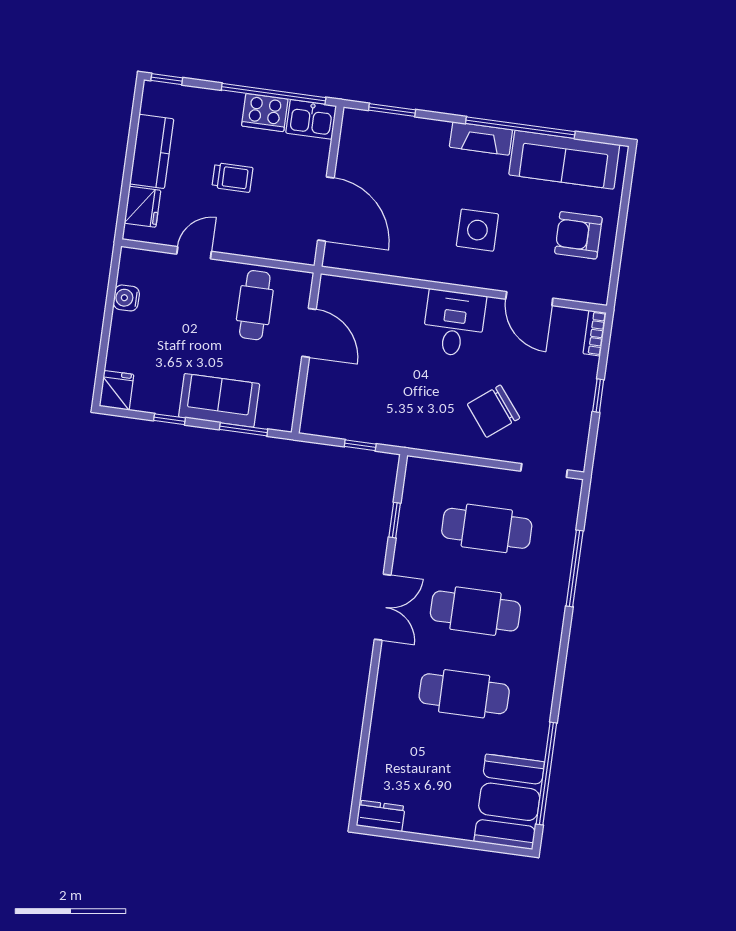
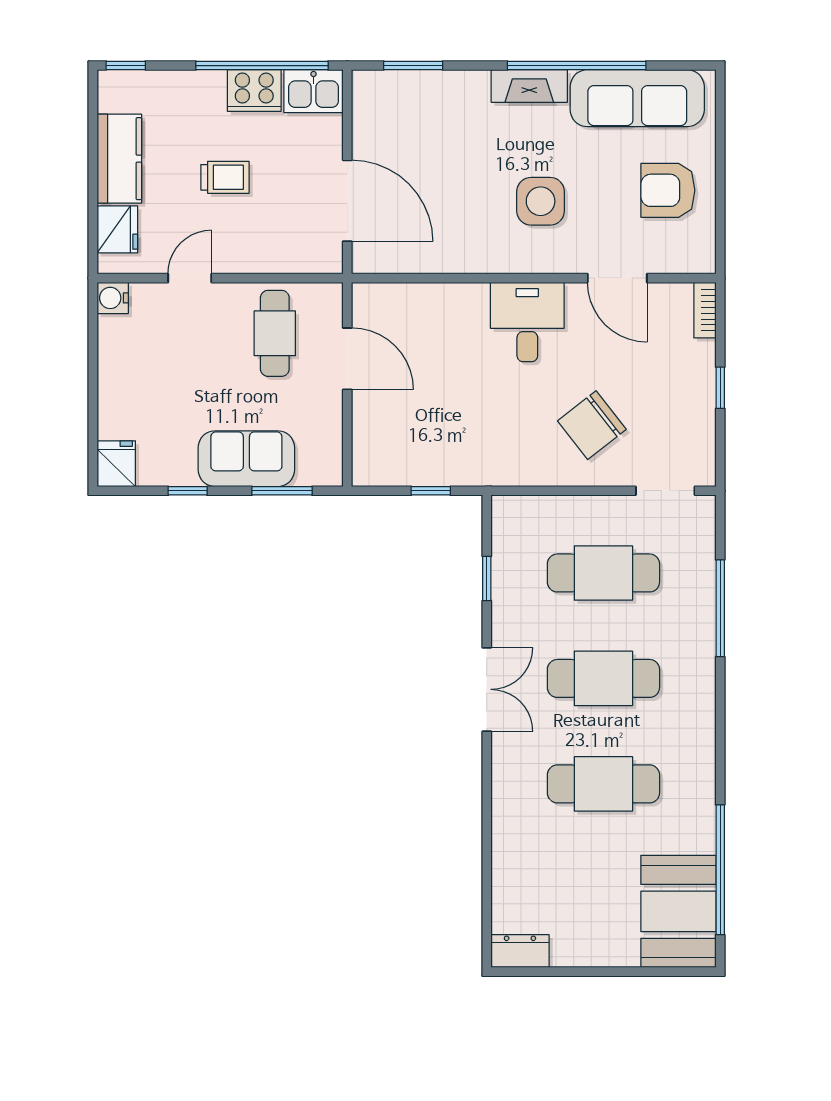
water cooler: (126, 298) -> (113, 298), moved

